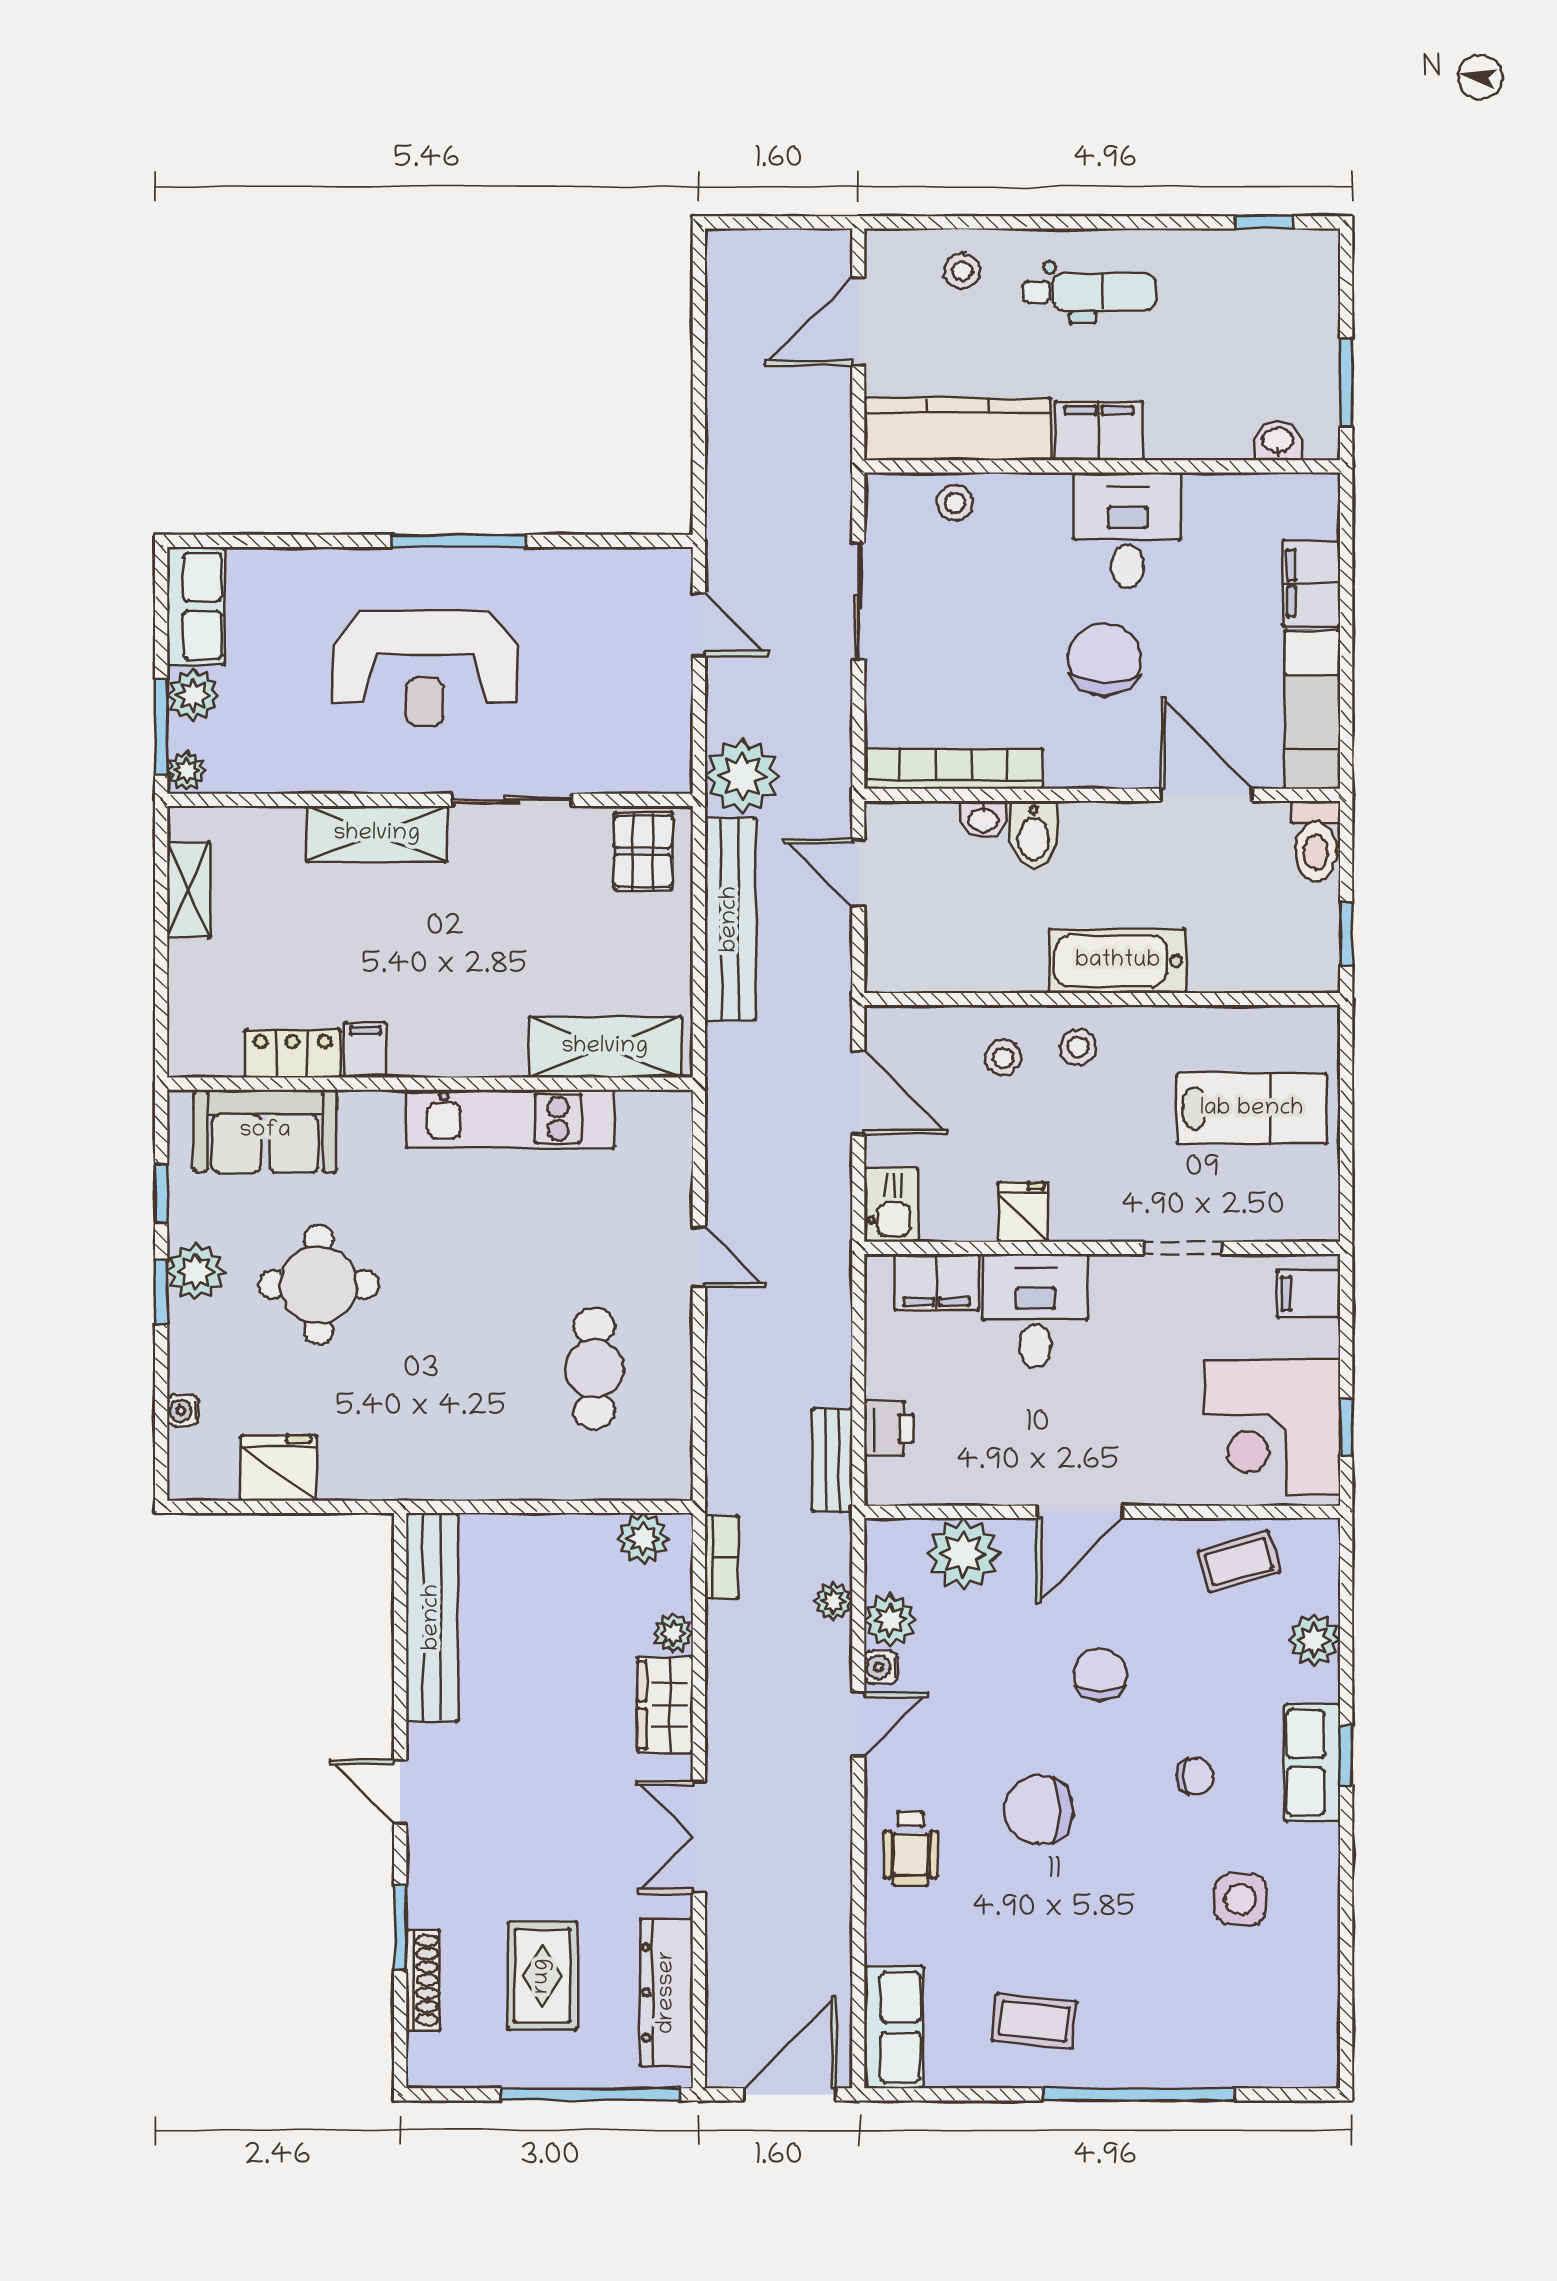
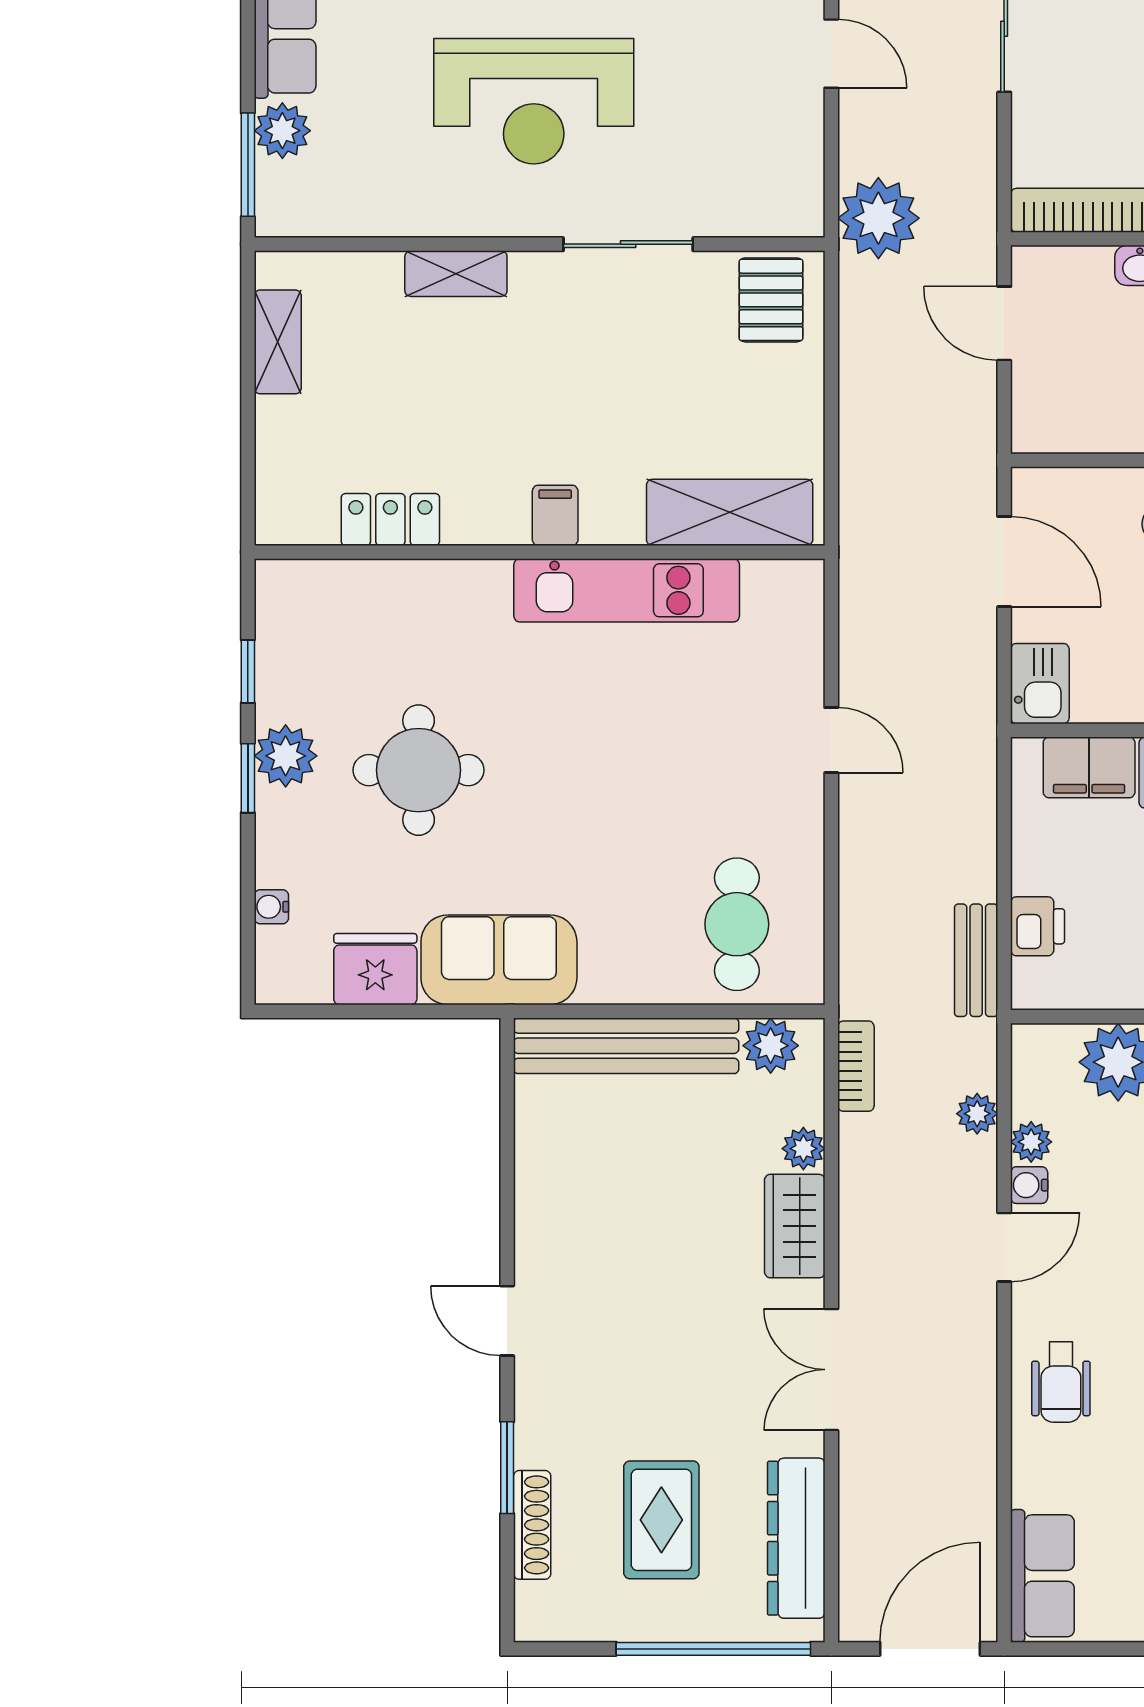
plant: (187, 771) -> (275, 213), removed
shelving: (377, 834) -> (456, 274), width x0.67, depth x0.75
bench: (730, 919) -> (865, 373), removed
filing cabinet: (365, 1050) -> (555, 515), moved
sofa: (265, 1131) -> (499, 960), moved, turned 180
cafe table: (594, 1369) -> (737, 924), moved
bench: (432, 1617) -> (626, 1046), moved, turned 90
plant: (890, 1620) -> (1031, 1142), width x0.73, depth x0.73

